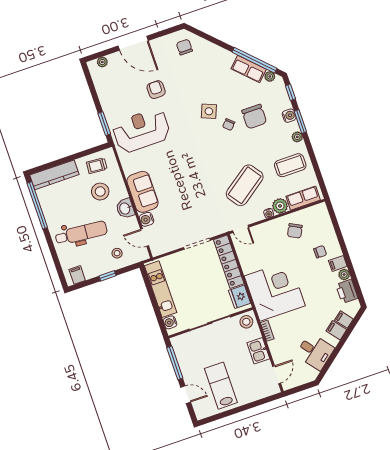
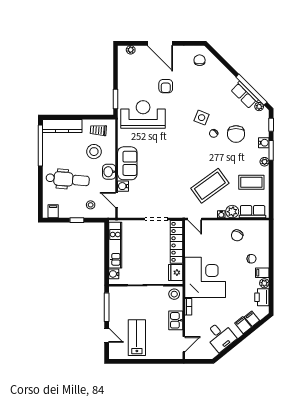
armchair: (156, 90) -> (166, 86), turned 180

